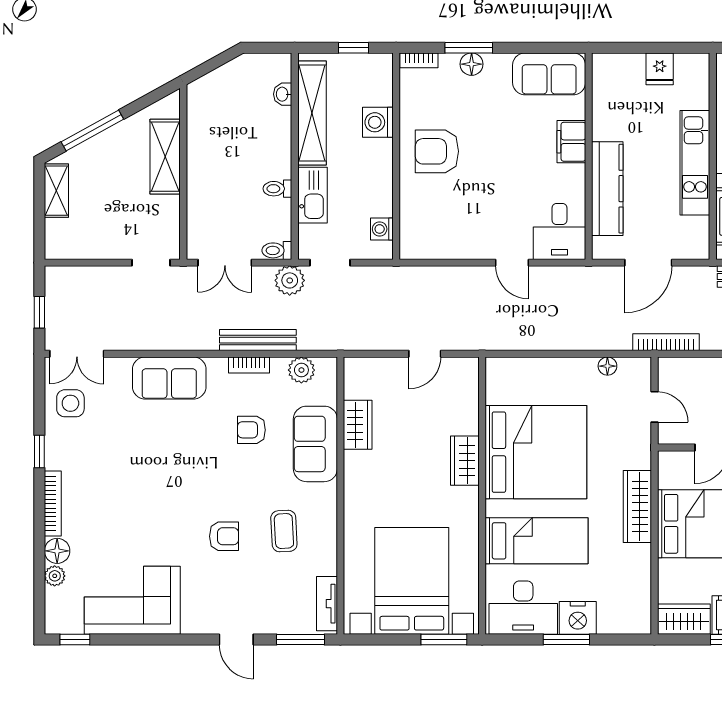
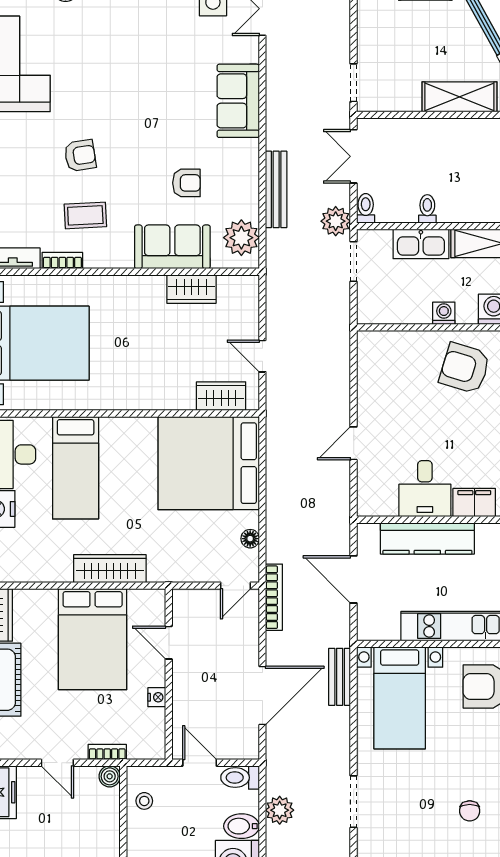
armchair: (437, 151) -> (465, 368), turned -73
washing machine: (382, 229) -> (444, 313), moved
desk: (560, 231) -> (425, 489), moved, turned -90
bookcase: (249, 365) -> (62, 261), moved, turned 90
plant: (301, 370) -> (241, 238), width x1.36, depth x1.36
door: (654, 407) -> (235, 586), moved
armchair: (251, 430) -> (186, 183), turned 90
bed: (536, 452) -> (209, 463), moved, turned 90
wardrobe: (465, 461) -> (221, 396), moved
armchair: (224, 536) -> (80, 156), turned -99

